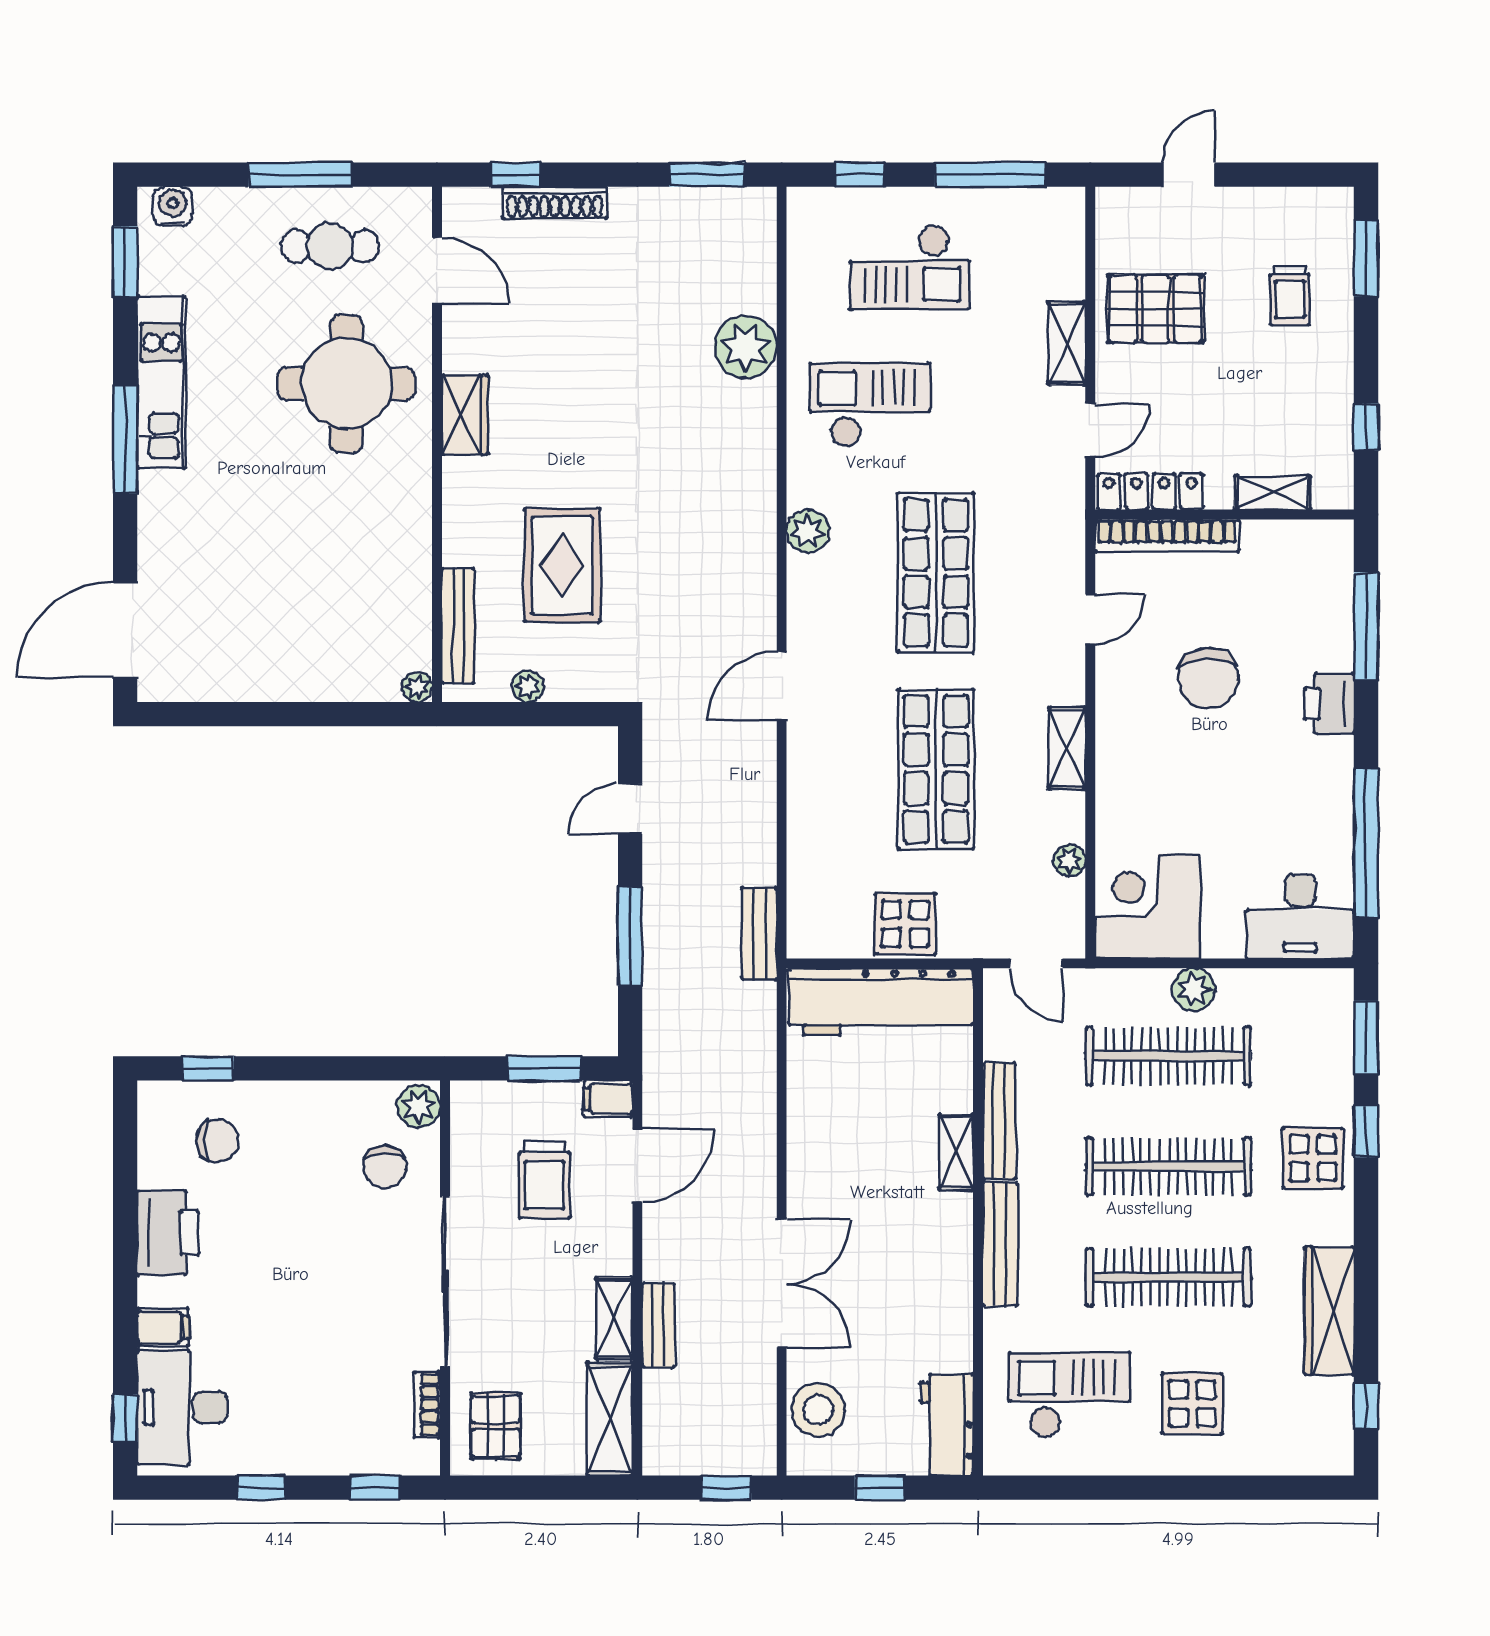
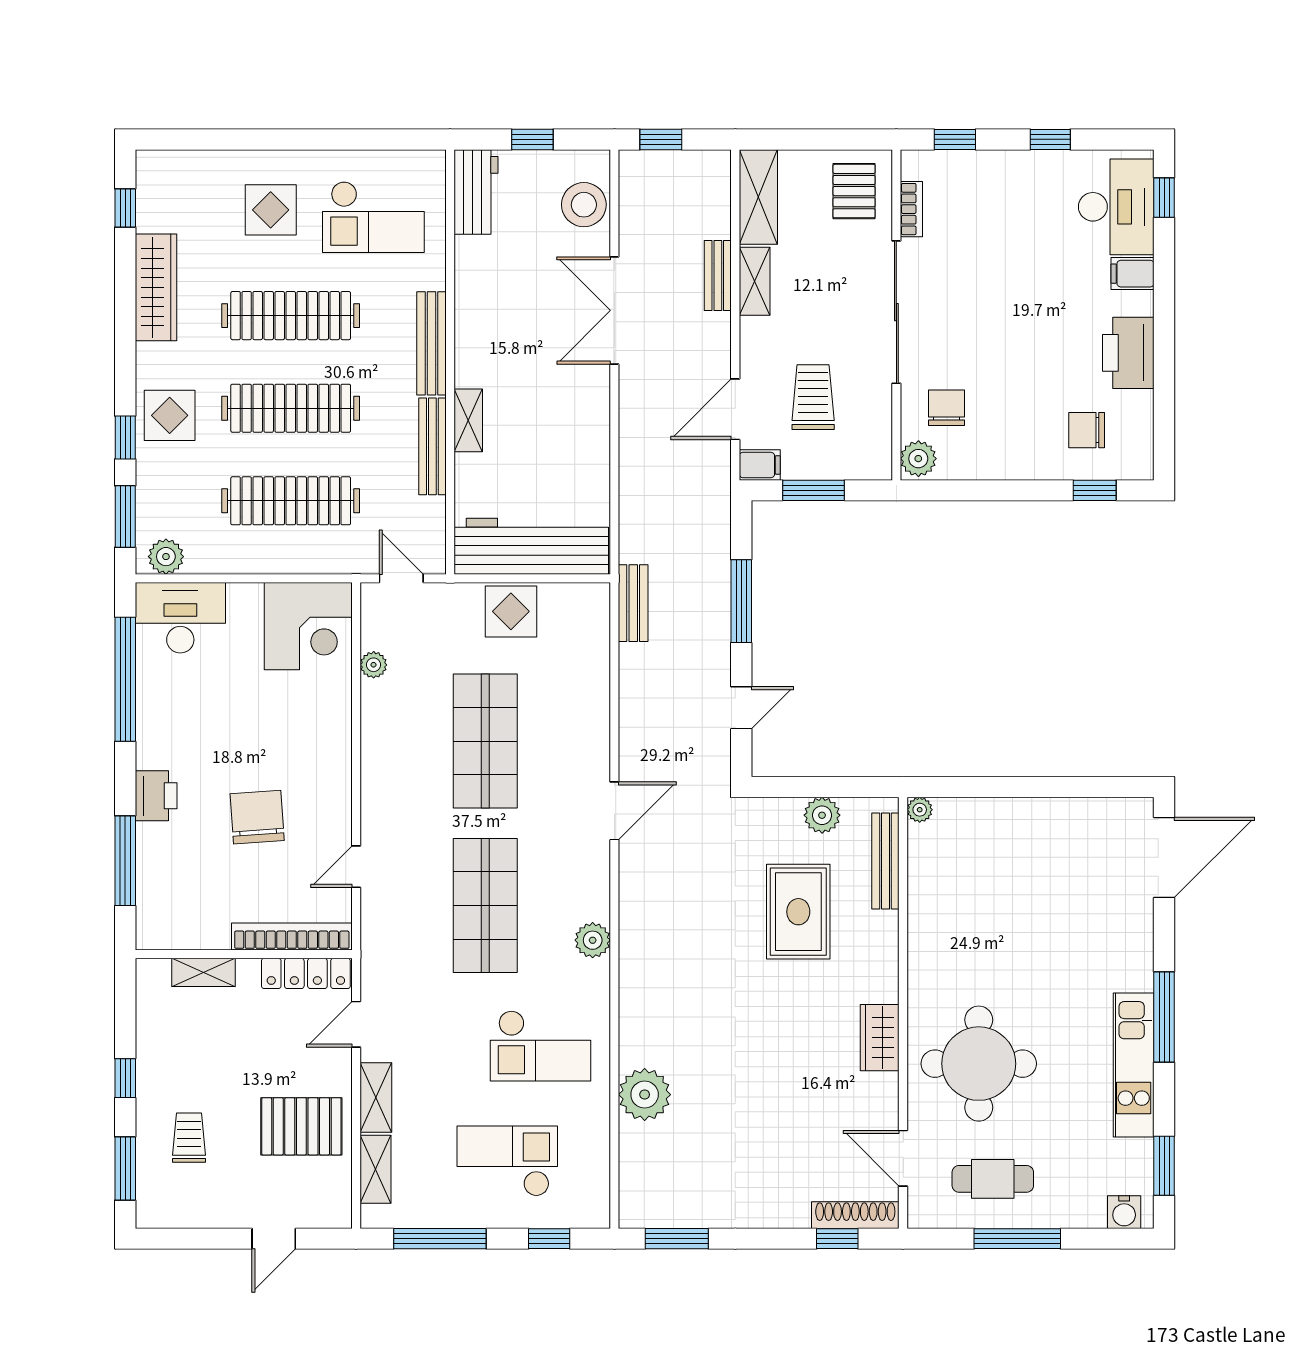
shoe rack: (555, 203) -> (855, 1215), moved
window: (1366, 427) -> (125, 1078), moved
plant: (528, 686) -> (822, 815), width x1.38, depth x1.38
shelving: (1067, 748) -> (375, 1169), moved
plant: (1194, 989) -> (166, 557), moved

